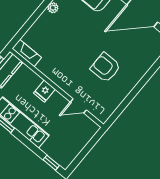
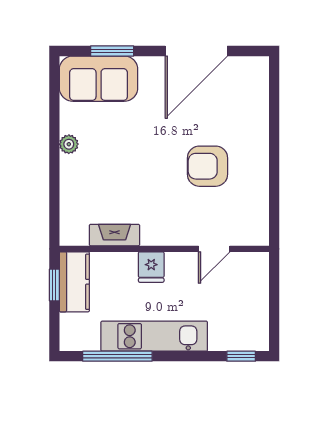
fireplace: (27, 53) -> (114, 235), moved

